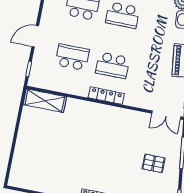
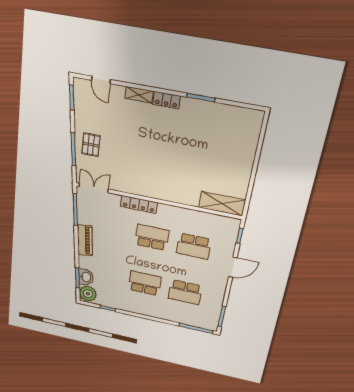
locker: (106, 96) -> (139, 204), moved
pallet: (154, 163) -> (91, 145), moved, turned 90

